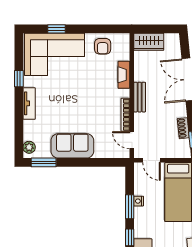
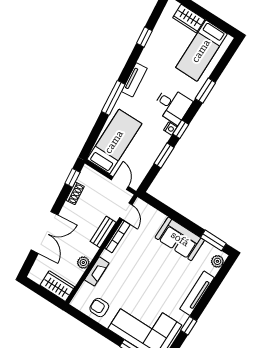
armchair: (103, 46) -> (99, 308), turned -90
plant: (140, 75) -> (83, 263), added
bench: (140, 97) -> (103, 232), moved
tv unit: (29, 103) -> (197, 293), width x1.41
nightstand: (139, 201) -> (170, 129), moved

